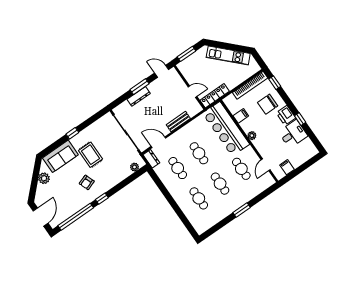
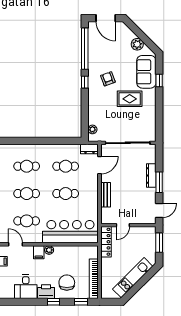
filing cabinet: (241, 116) -> (39, 252), moved
window: (300, 119) -> (53, 302), moved
window: (72, 133) -> (159, 81), moved

